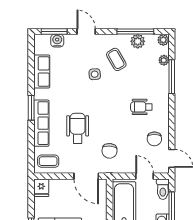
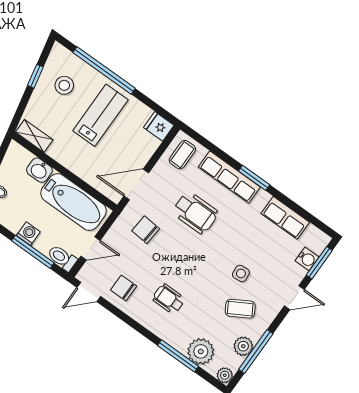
plant: (164, 60) -> (201, 351), width x1.88, depth x1.88
wheelchair: (141, 107) -> (169, 299), turned -90

